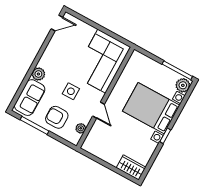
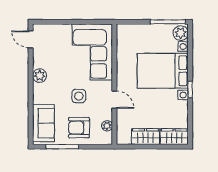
door: (57, 23) -> (31, 39), swing flipped
plant: (38, 74) -> (40, 76), moved
wardrobe: (107, 155) -> (146, 137), added

